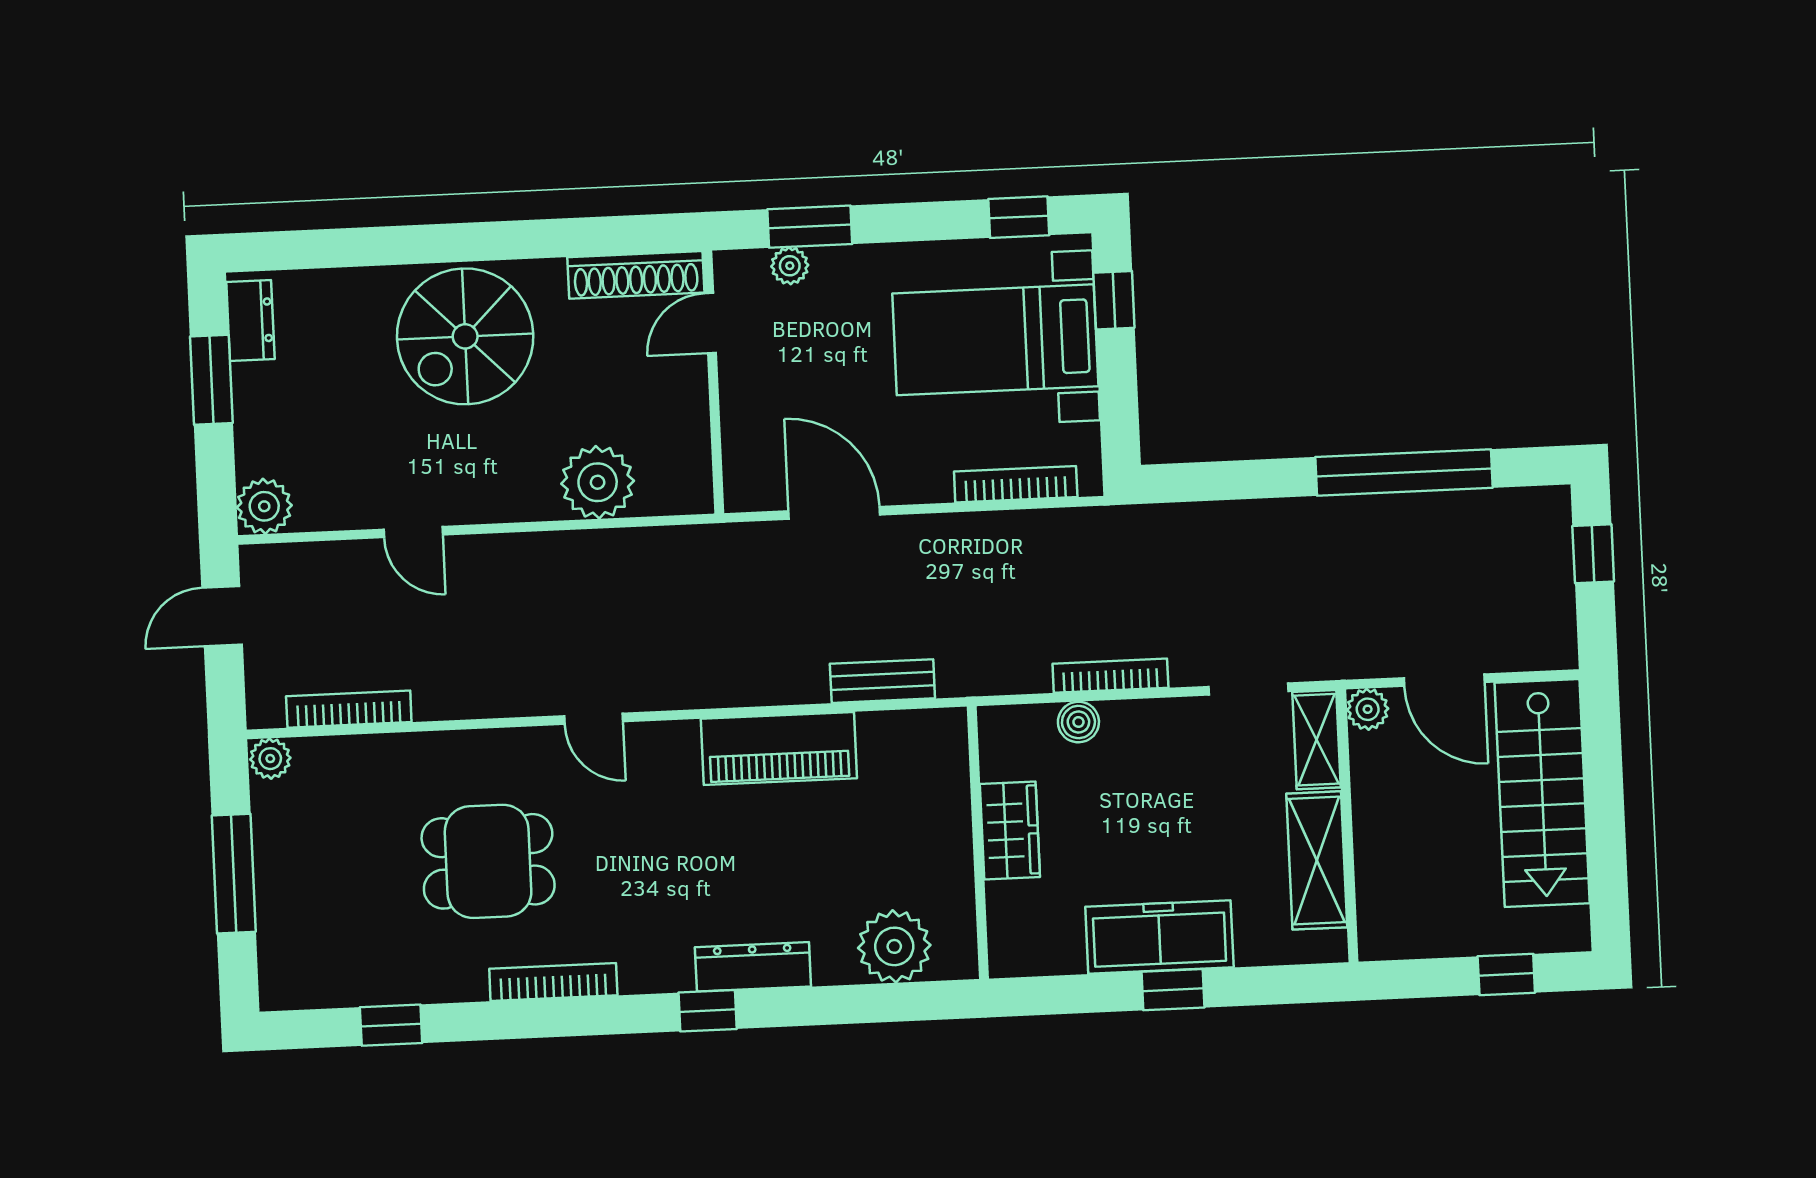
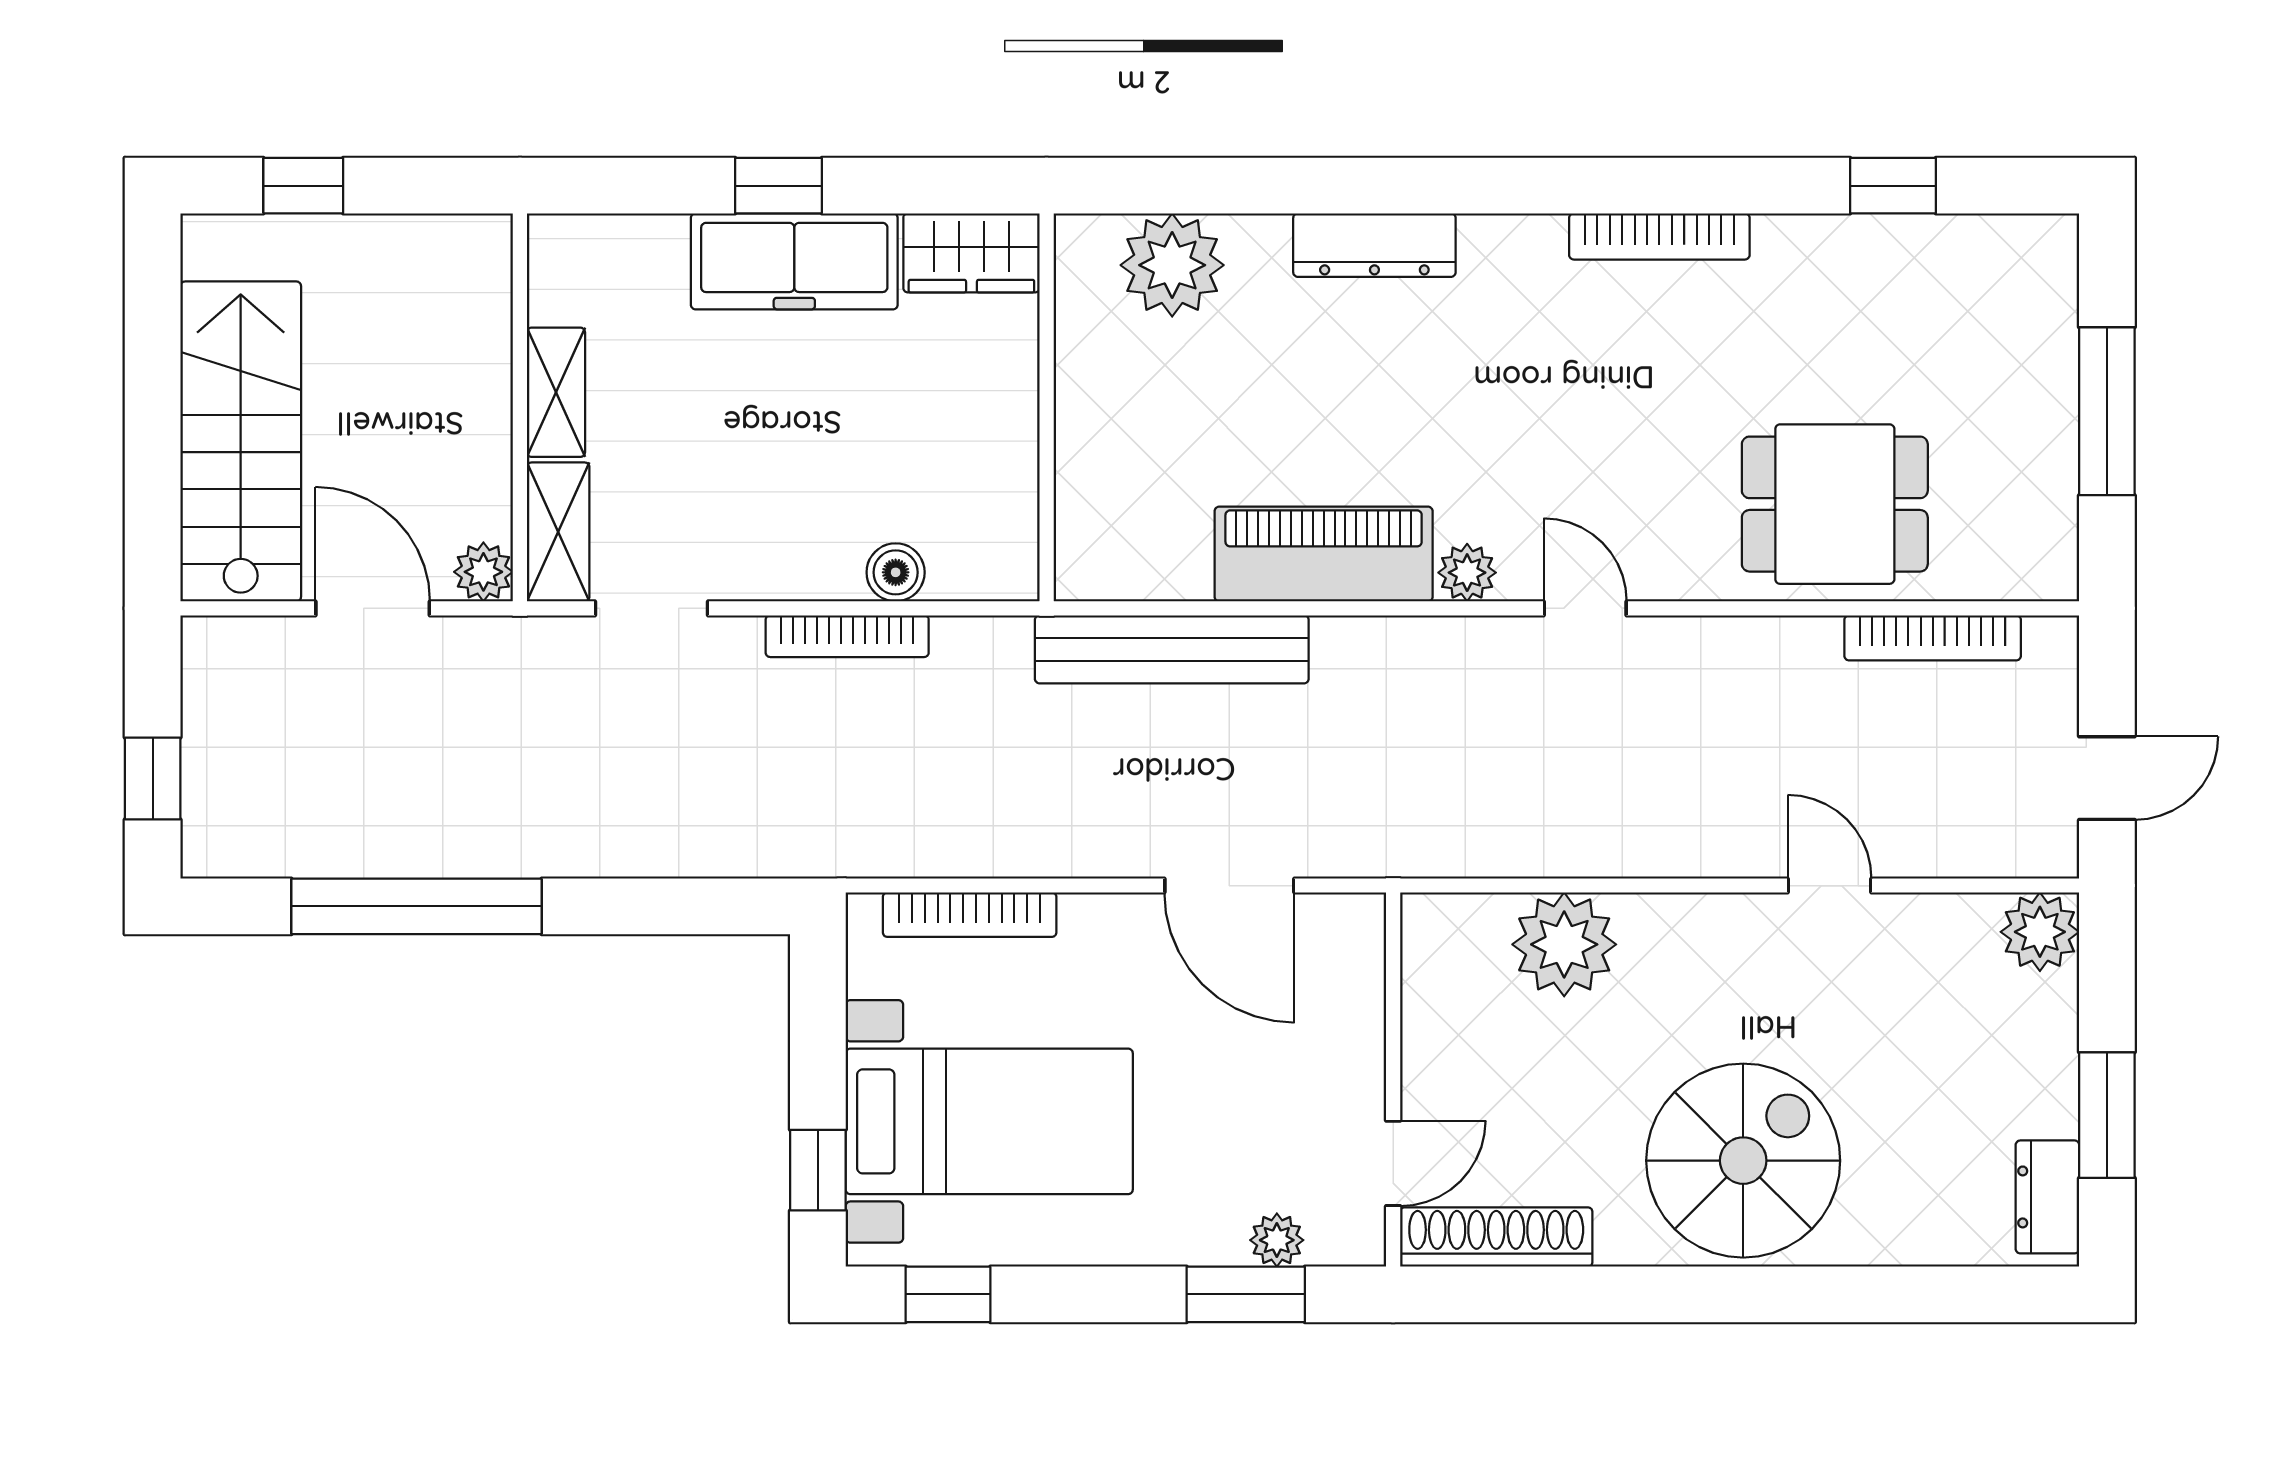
bench: (882, 681) -> (1172, 649), width x1.86, depth x1.21
plant: (270, 759) -> (1467, 573), moved
wardrobe: (1010, 830) -> (971, 253), moved, turned -90
shelving: (1317, 860) -> (556, 392), width x0.67, depth x0.75
dining table: (488, 861) -> (1835, 504), moved
window: (708, 1011) -> (1442, 186), removed

